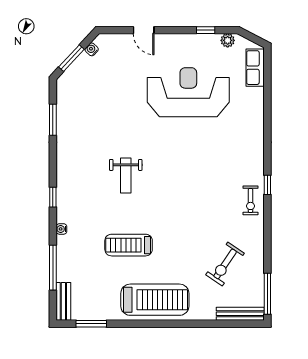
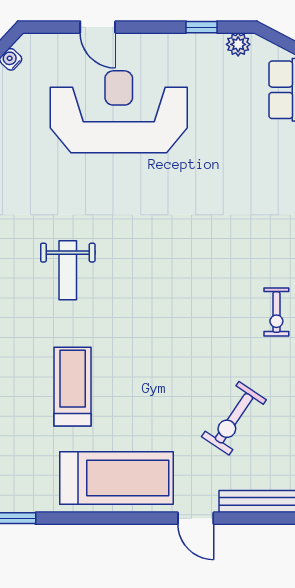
reception desk: (188, 92) -> (119, 112), moved
treadmill: (129, 245) -> (73, 387), turned 90
door: (202, 324) -> (196, 518), added

